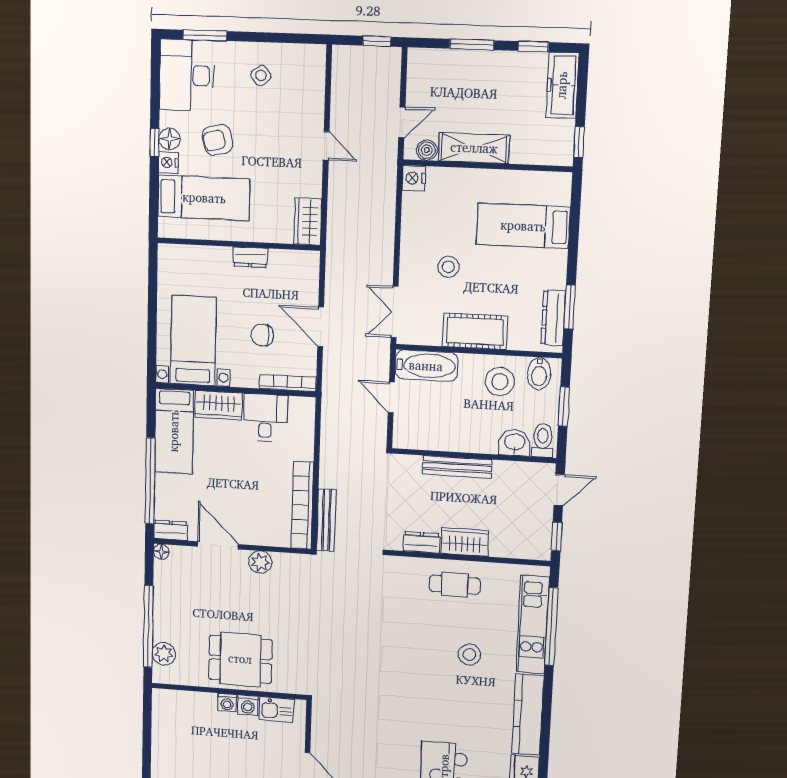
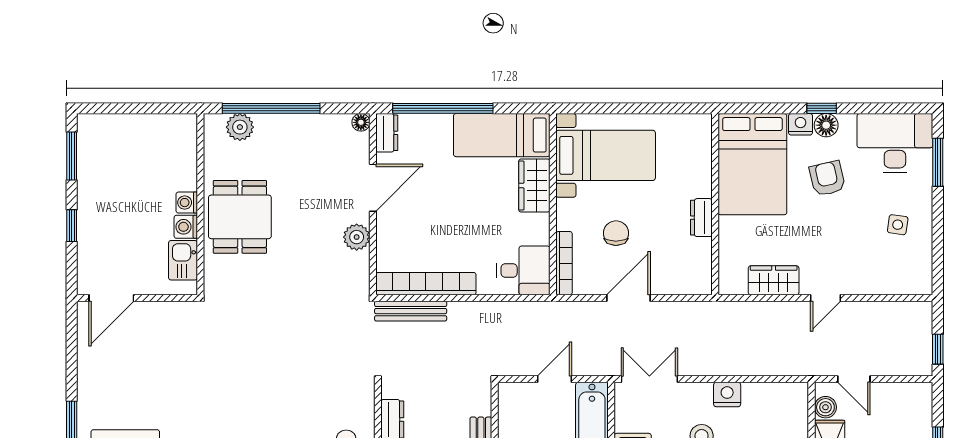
side table: (261, 75) -> (898, 225), turned 45
nightstand: (414, 178) -> (727, 395), moved
bed: (204, 198) -> (752, 164), width x1.50
wardrobe: (308, 221) -> (774, 280), moved
desk: (265, 418) -> (523, 270), moved

